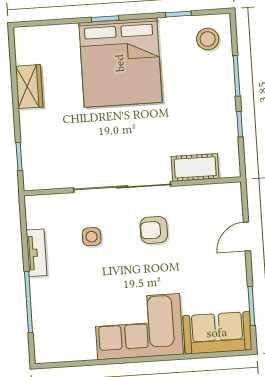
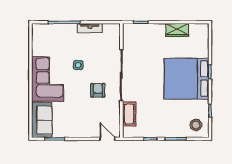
side table: (92, 237) -> (78, 65), moved
door: (247, 237) -> (107, 139), moved

